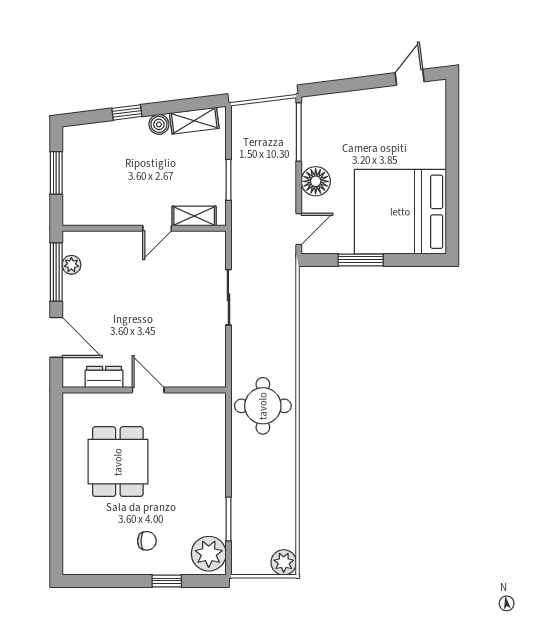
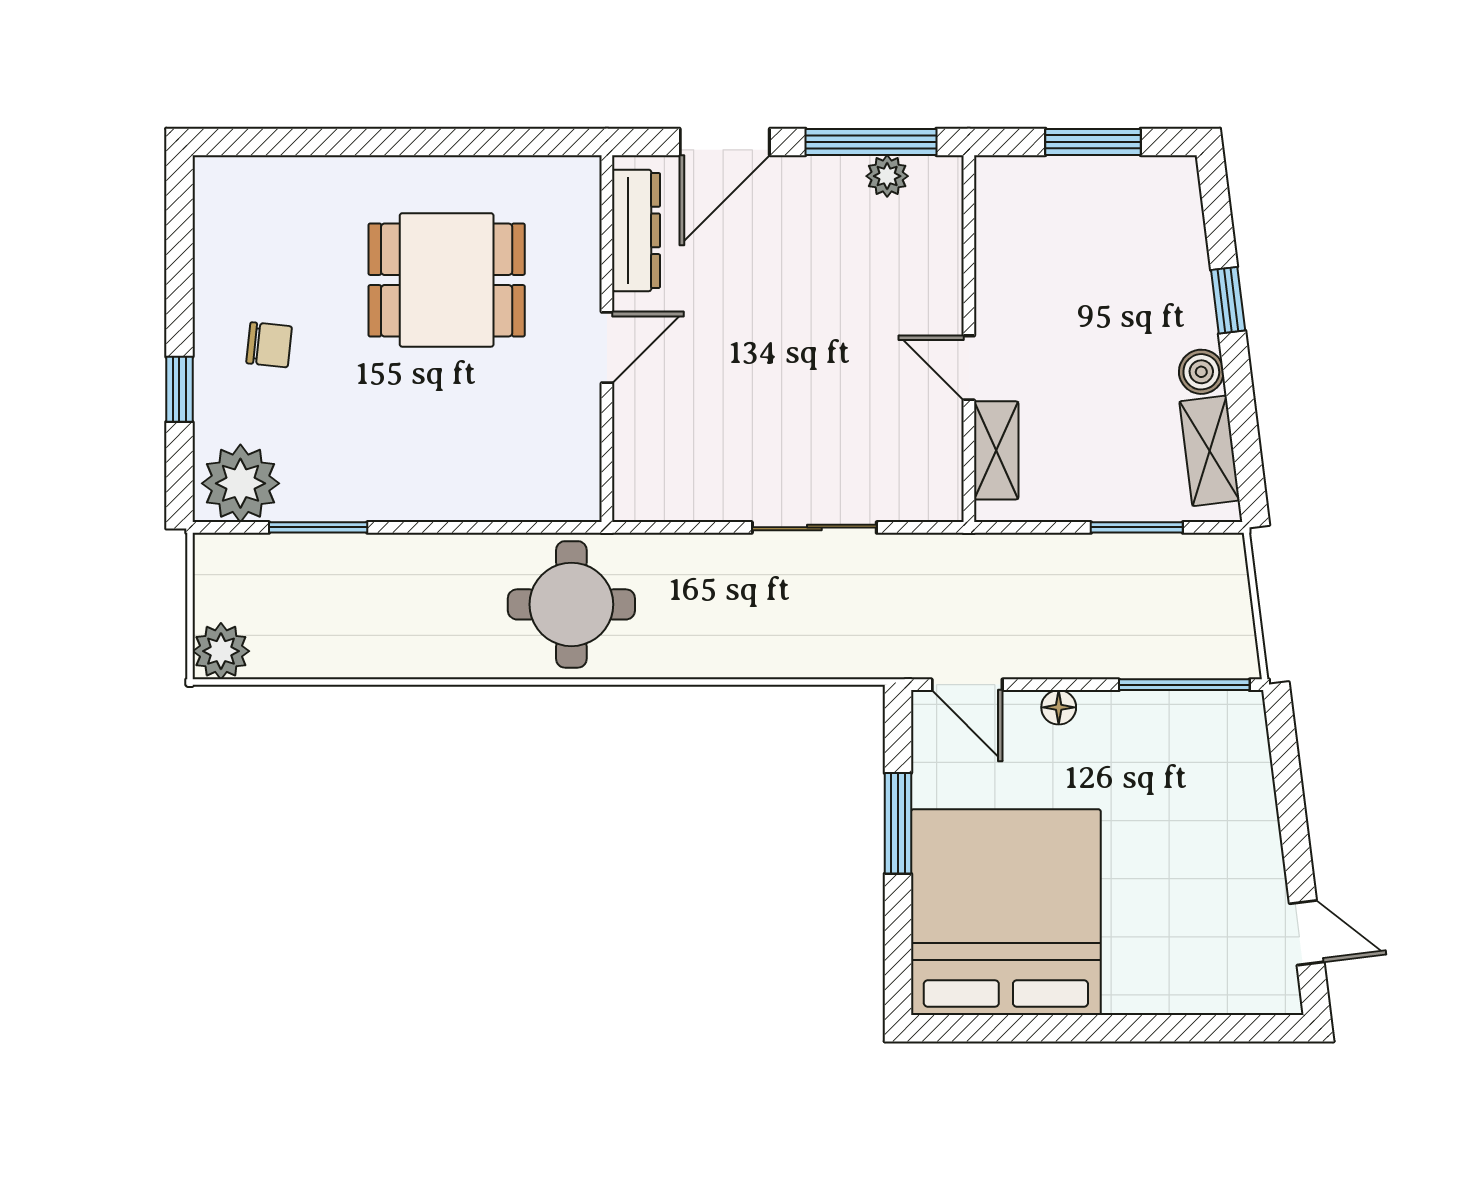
window: (228, 180) -> (1137, 527), moved
floor lamp: (316, 181) -> (1059, 707), width x0.53, depth x0.53
dresser: (104, 377) -> (636, 230), width x1.44
chair: (147, 541) -> (269, 345), turned -84

